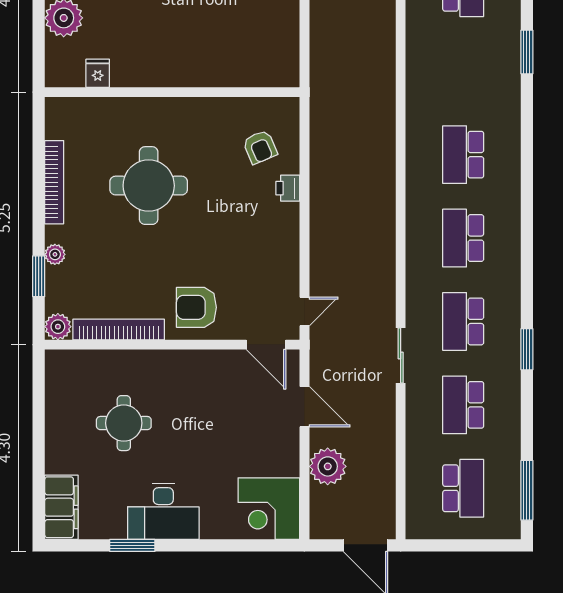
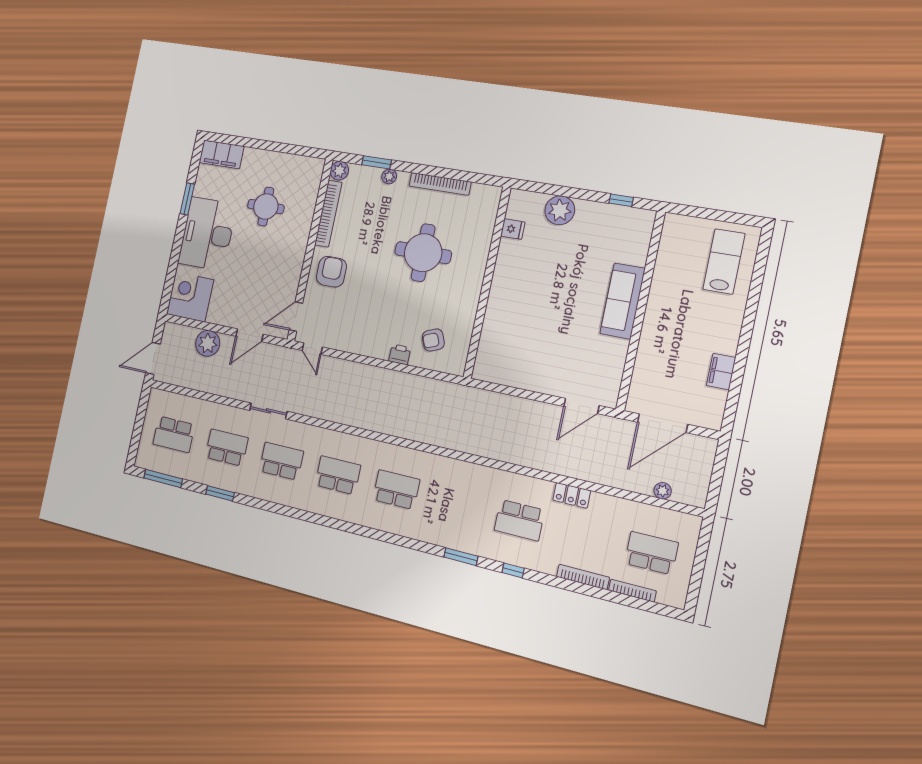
window: (527, 349) -> (220, 493), moved
desk: (163, 511) -> (207, 234), width x1.36, depth x1.30

